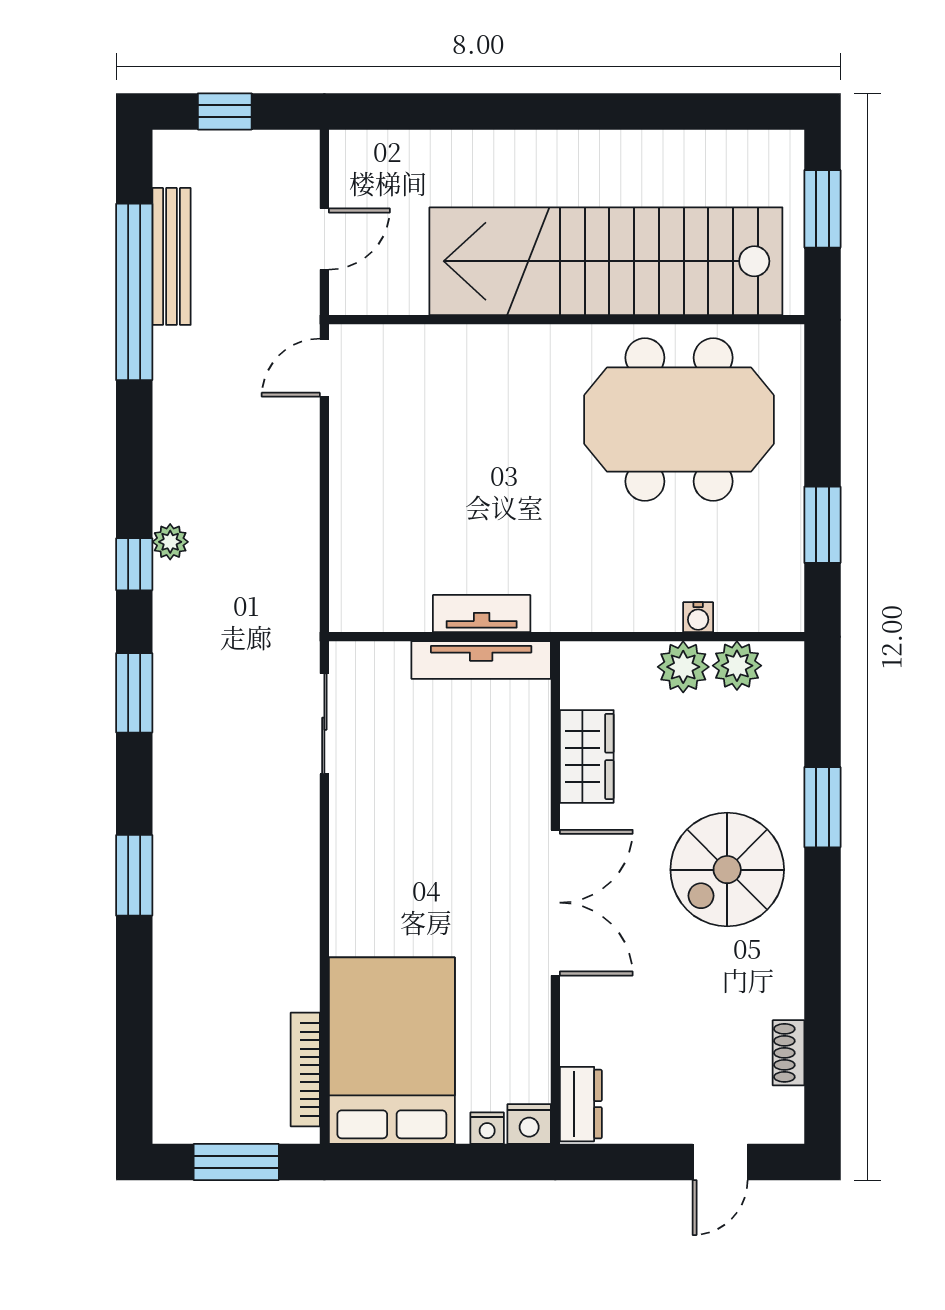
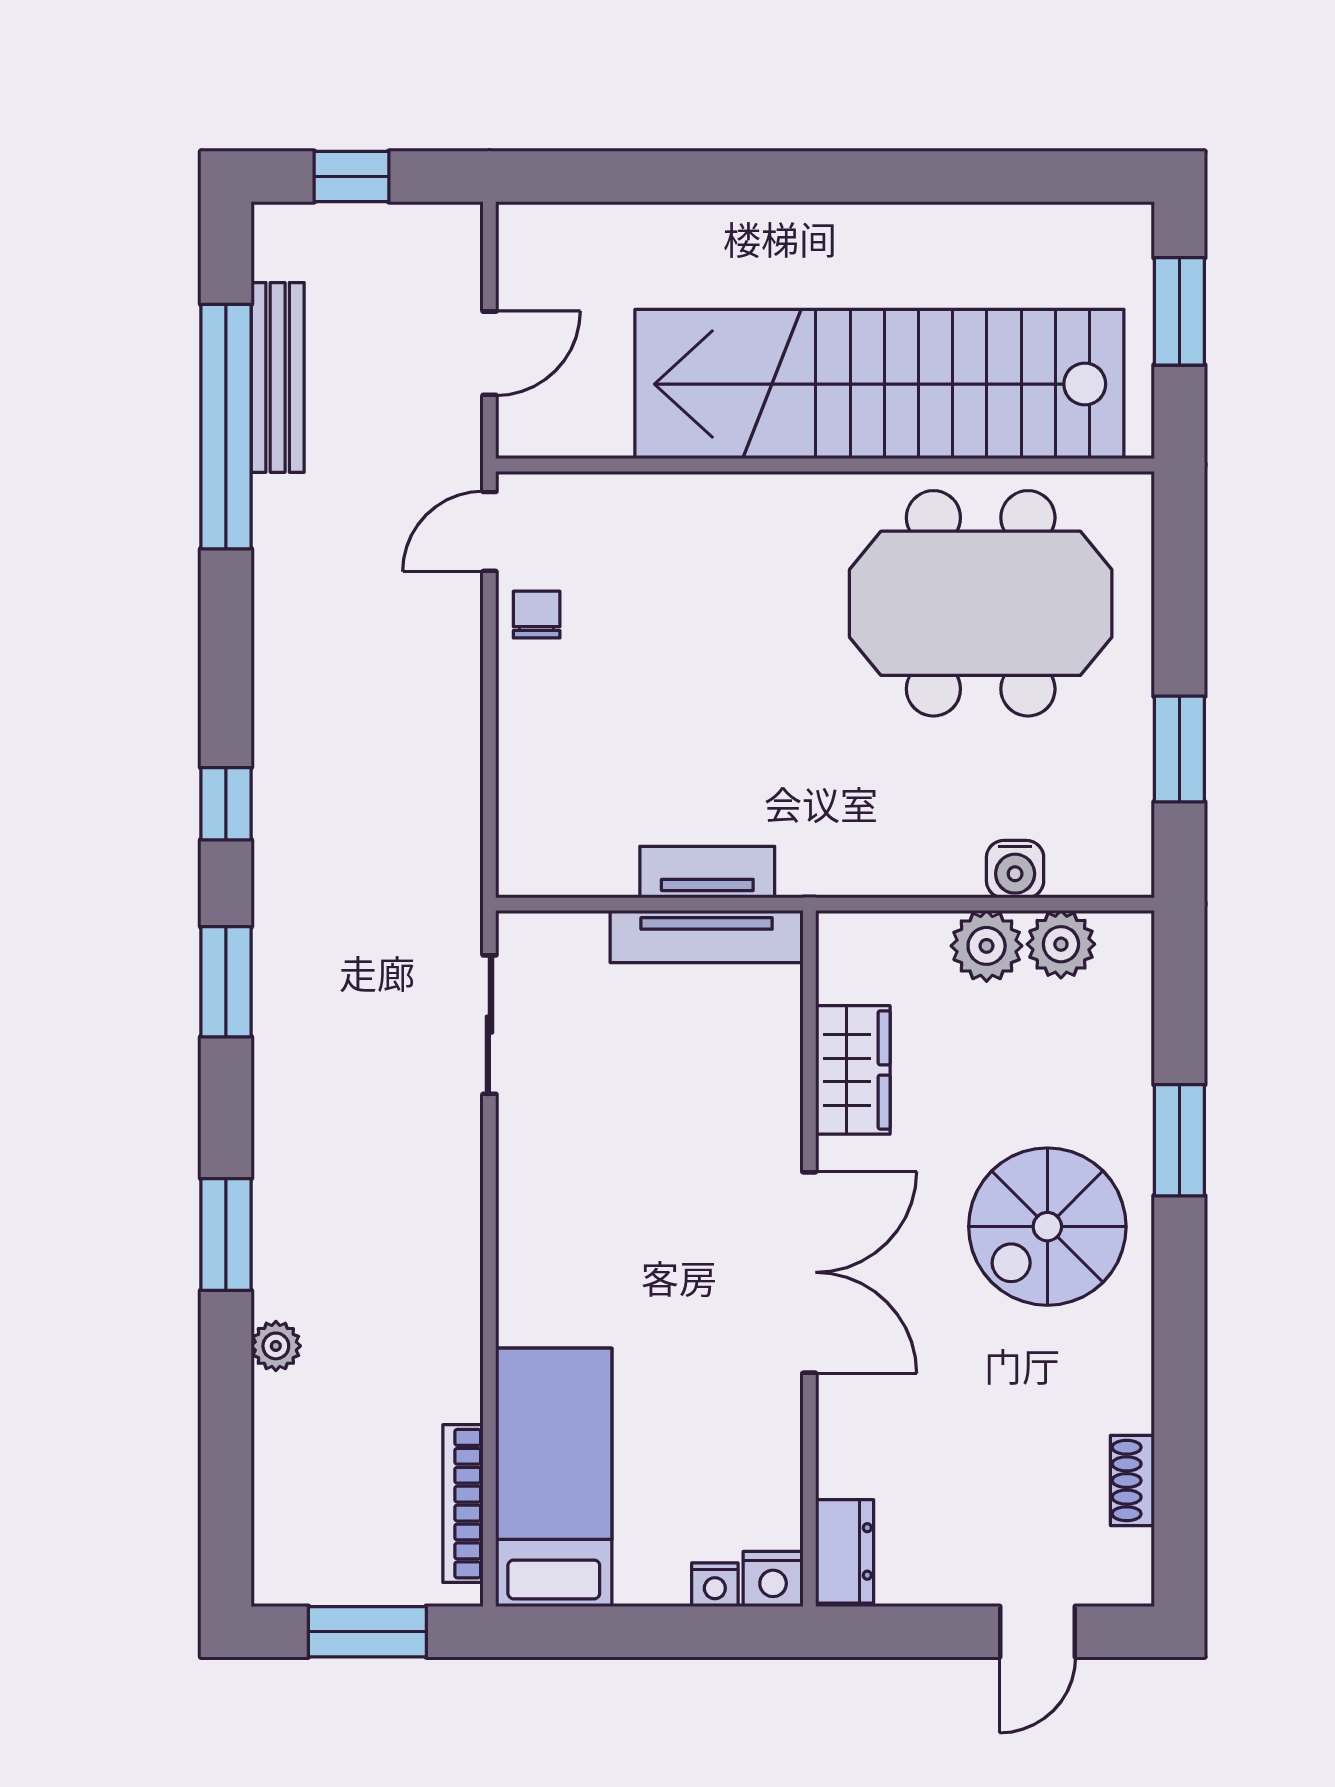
chair: (358, 428) -> (537, 615), added
plant: (170, 542) -> (276, 1346), moved
water cooler: (698, 617) -> (1015, 869), width x1.38, depth x1.38
bed: (392, 1051) -> (554, 1477), width x0.67

